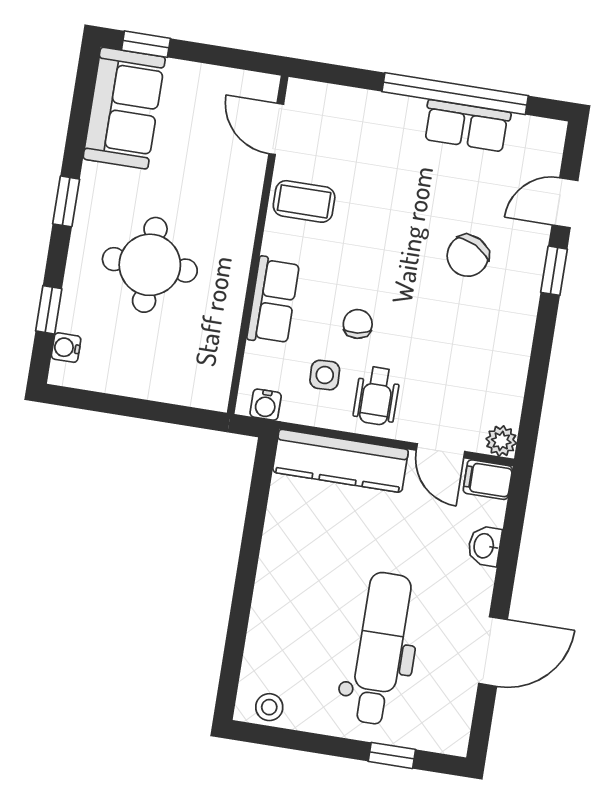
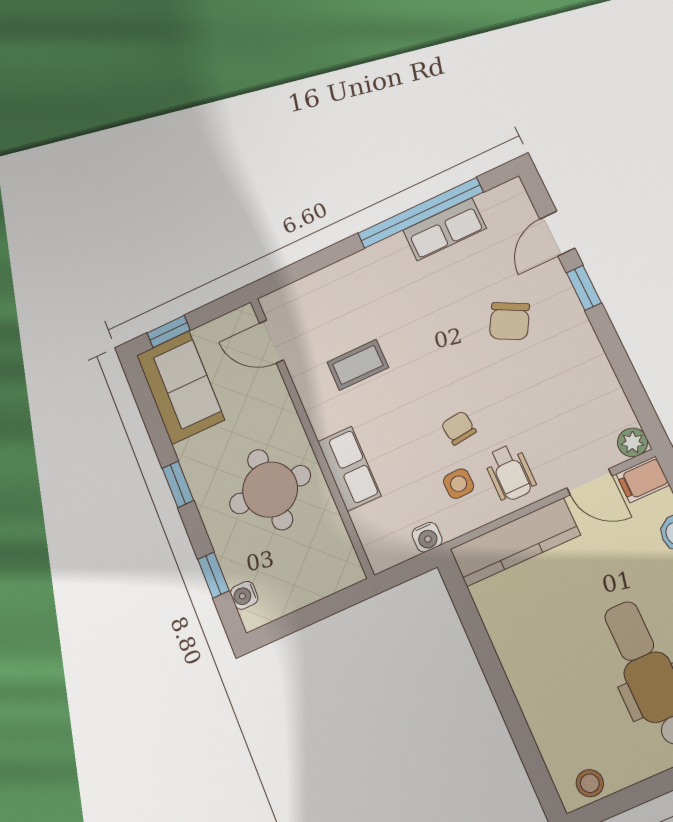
door: (276, 129) -> (271, 342), moved
wall: (258, 245) -> (311, 435), moved
row of seats: (273, 301) -> (349, 469), moved

